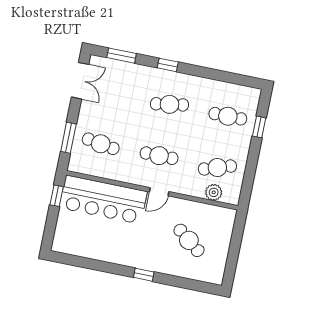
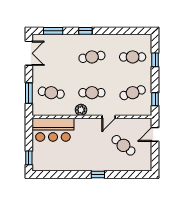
window: (248, 183) -> (155, 99), added
door: (159, 192) -> (109, 117), moved
plant: (214, 192) -> (81, 110), moved
window: (57, 196) -> (29, 158), moved
bar counter: (103, 200) -> (53, 130), width x0.73
door: (237, 234) -> (155, 134), added

